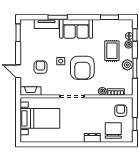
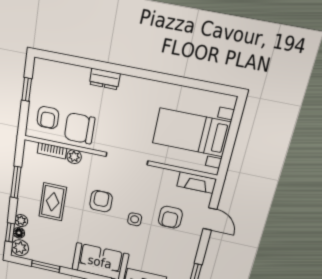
rug: (112, 51) -> (53, 202), moved
plant: (127, 65) -> (20, 248), moved
armchair: (82, 68) -> (101, 201), width x0.53, depth x0.53
chair: (113, 130) -> (80, 128), moved, turned 90

